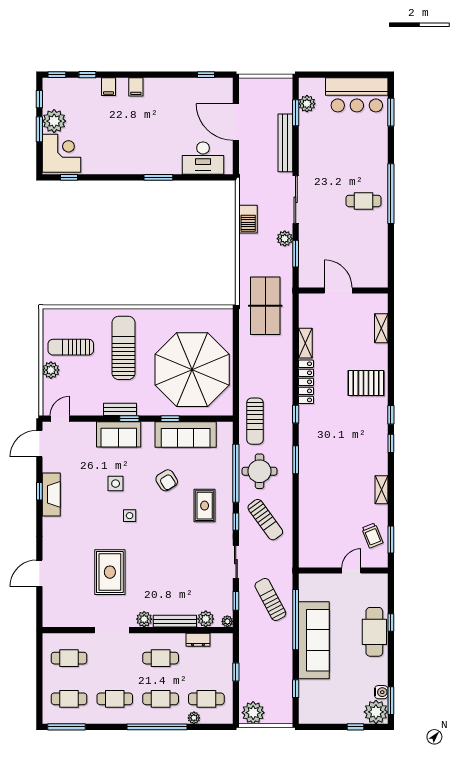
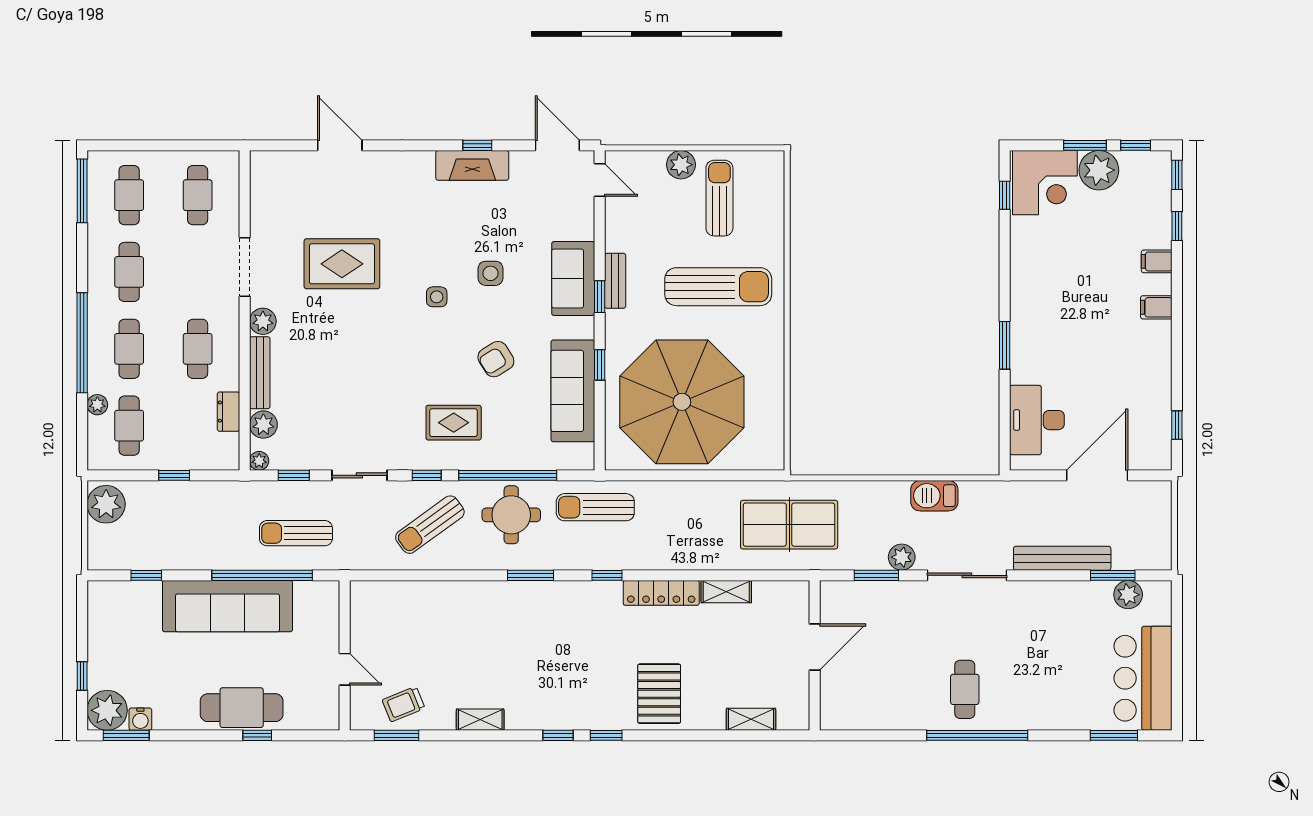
sun lounger: (270, 599) -> (296, 533), turned -152

